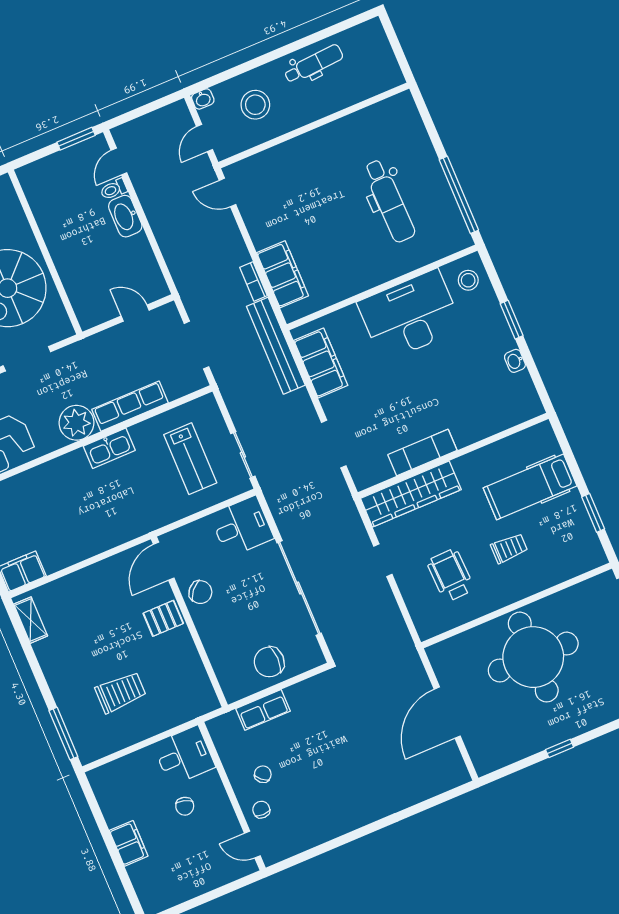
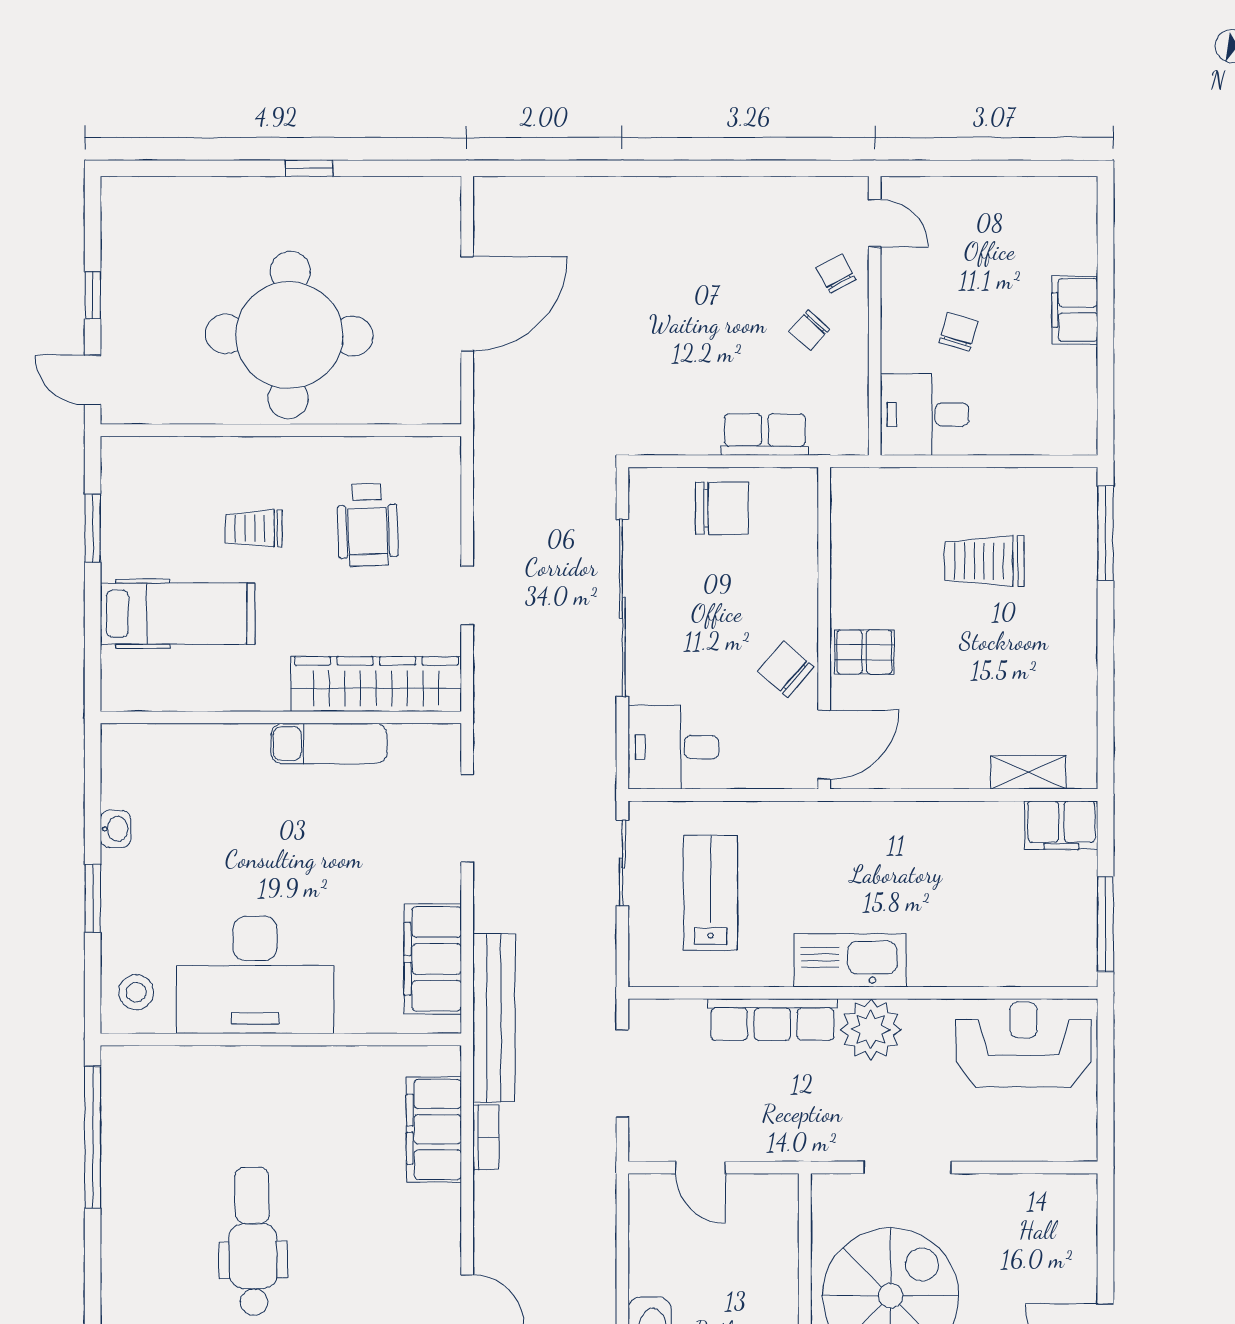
dental chair: (389, 201) -> (253, 1241), moved
kitchen sink: (109, 448) -> (850, 960), width x1.36, depth x1.24
shelving: (31, 620) -> (1028, 772), moved, turned 90
chair: (261, 810) -> (836, 274), turned 151

